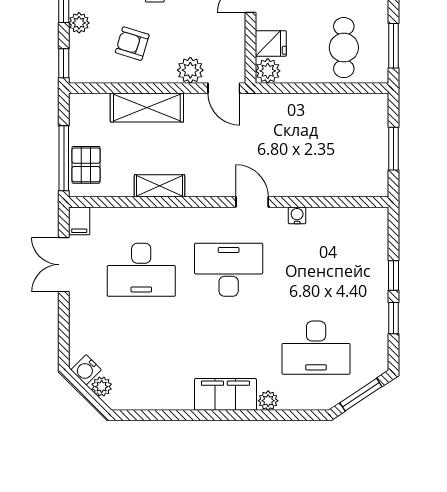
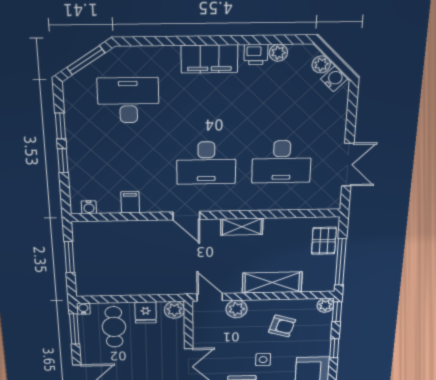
plant: (79, 23) -> (325, 305), moved
fridge: (271, 43) -> (146, 313), moved, turned -90
water cooler: (381, 75) -> (83, 309), added
window: (64, 158) -> (341, 262), moved
shelving: (159, 186) -> (242, 227), moved
water cooler: (297, 215) -> (89, 207), moved
filing cabinet: (79, 221) -> (130, 202), moved
desk: (141, 270) -> (282, 162), turned 180
printer: (174, 399) -> (256, 55), added
plant: (268, 401) -> (278, 53), moved

